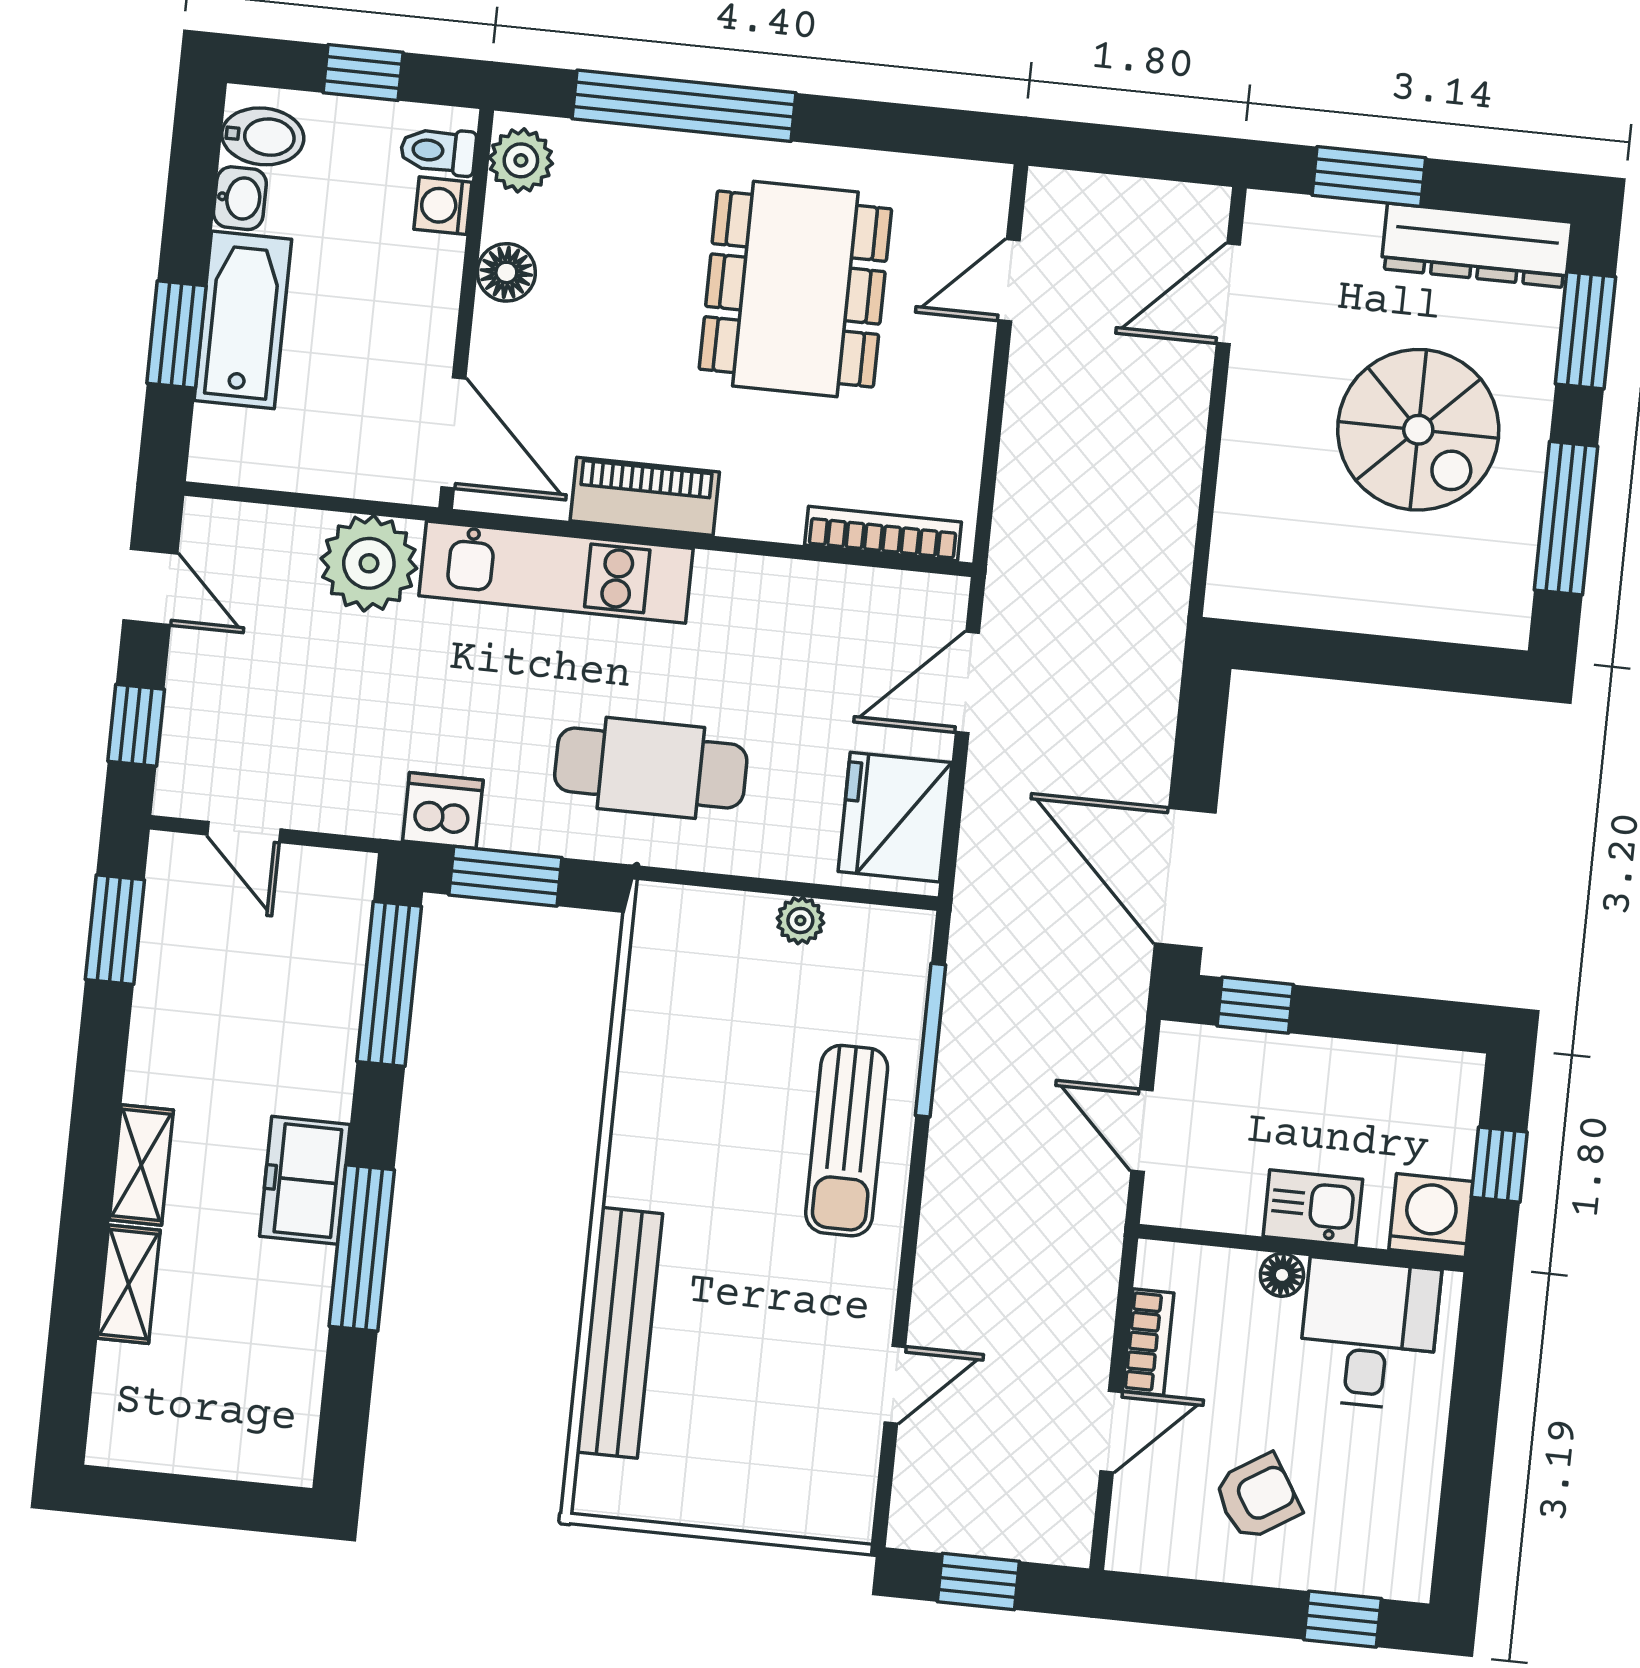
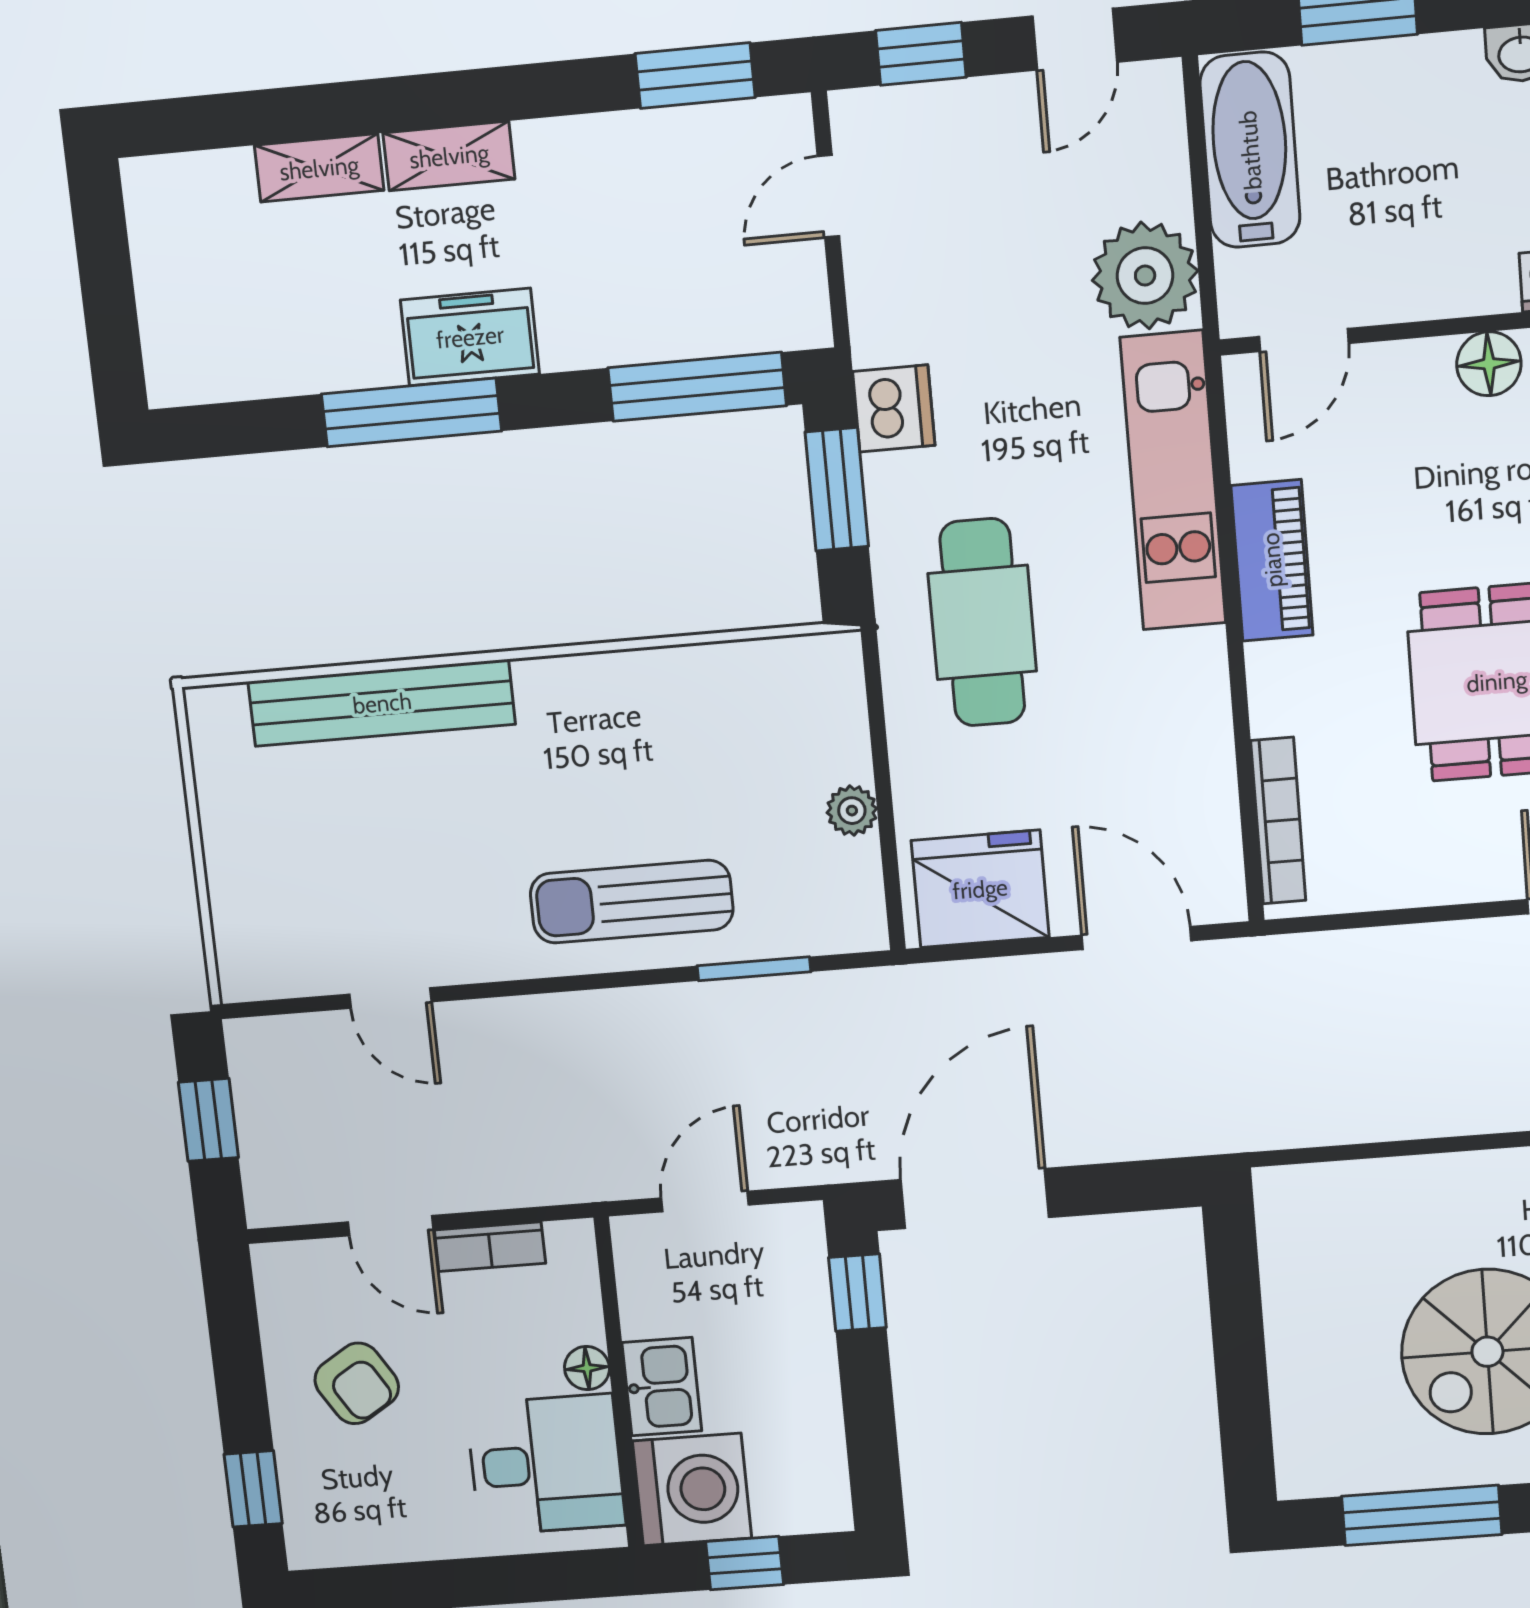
bathtub: (243, 320) -> (1250, 150), moved, turned -90
door: (453, 433) -> (1304, 340), width x0.73
window: (930, 1040) -> (754, 969), width x0.69
washing machine: (1431, 1215) -> (692, 1490), width x1.37, depth x1.37

